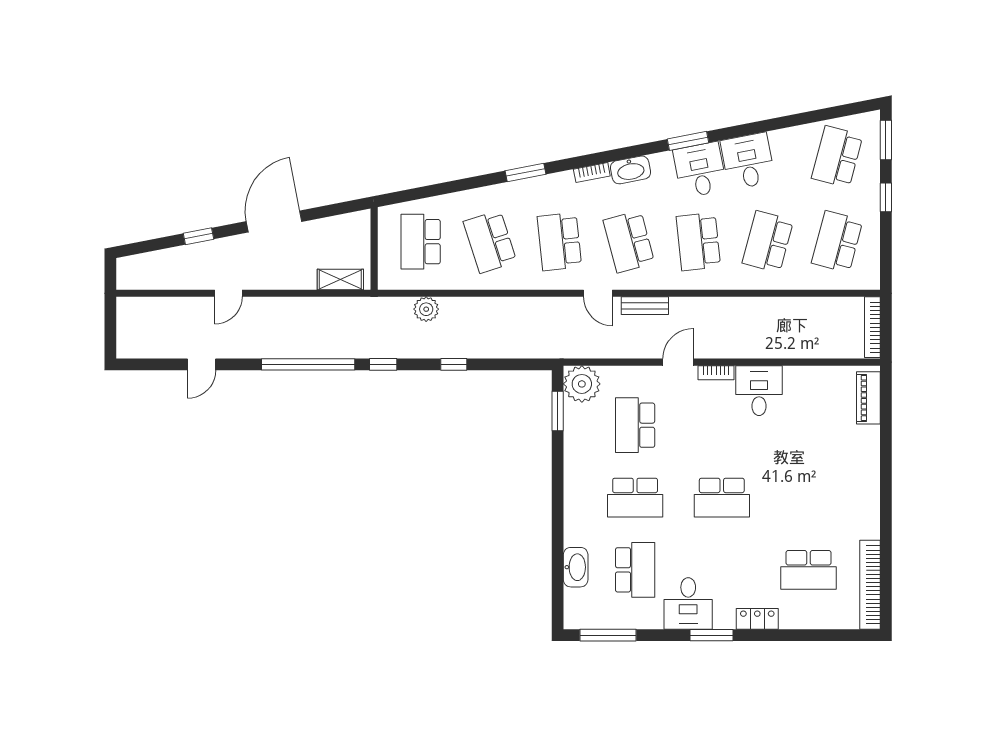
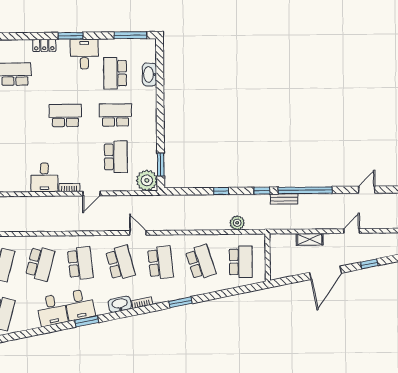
shelving: (340, 280) -> (310, 239), moved
bench: (645, 306) -> (284, 199), moved

